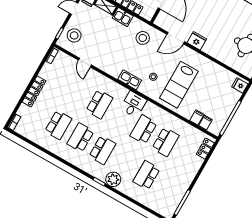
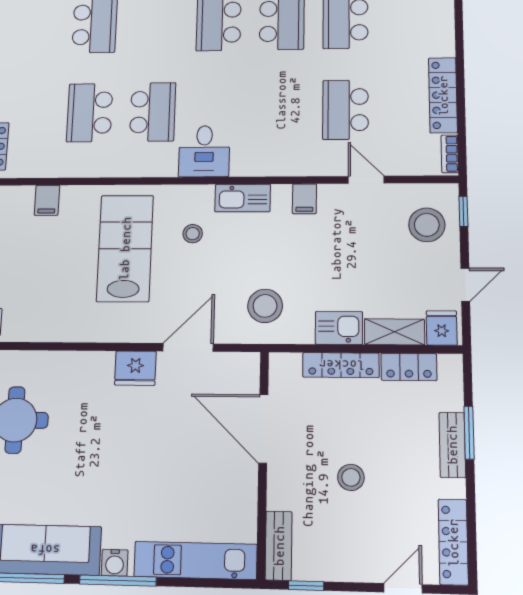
locker: (34, 91) -> (443, 95), moved
school desk: (99, 104) -> (345, 110), moved
filing cabinet: (206, 123) -> (304, 199), moved

